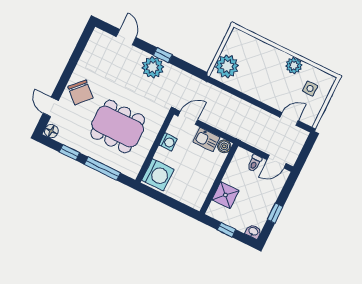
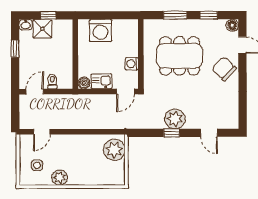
window: (102, 169) -> (175, 15), width x0.69
washing machine: (158, 175) -> (101, 30), moved, turned -90
shower: (225, 195) -> (43, 29), moved

